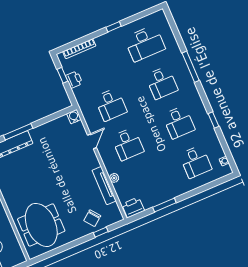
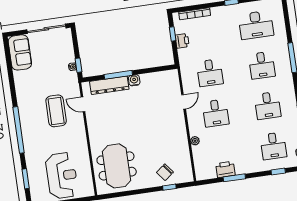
water cooler: (74, 117) -> (134, 80), moved
tv unit: (104, 186) -> (184, 145), removed
window: (207, 187) -> (278, 172), added
printer: (133, 207) -> (225, 169), moved

